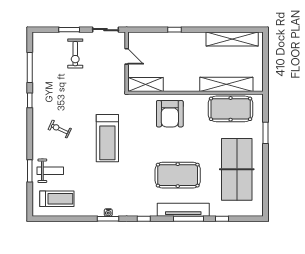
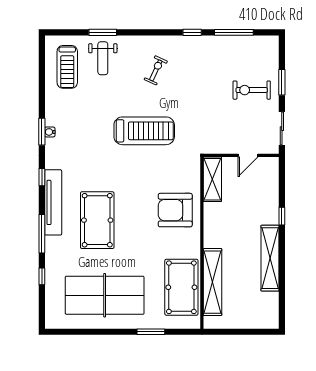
shelving: (232, 39) -> (270, 258), moved
treadmill: (107, 138) -> (144, 131), turned 180
tv unit: (183, 210) -> (53, 202), moved

